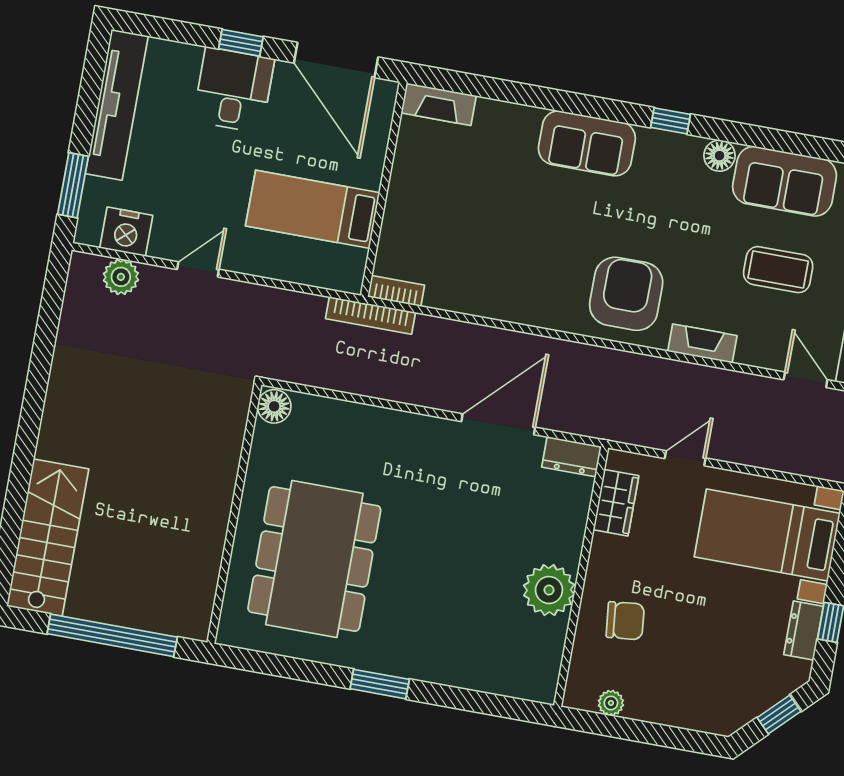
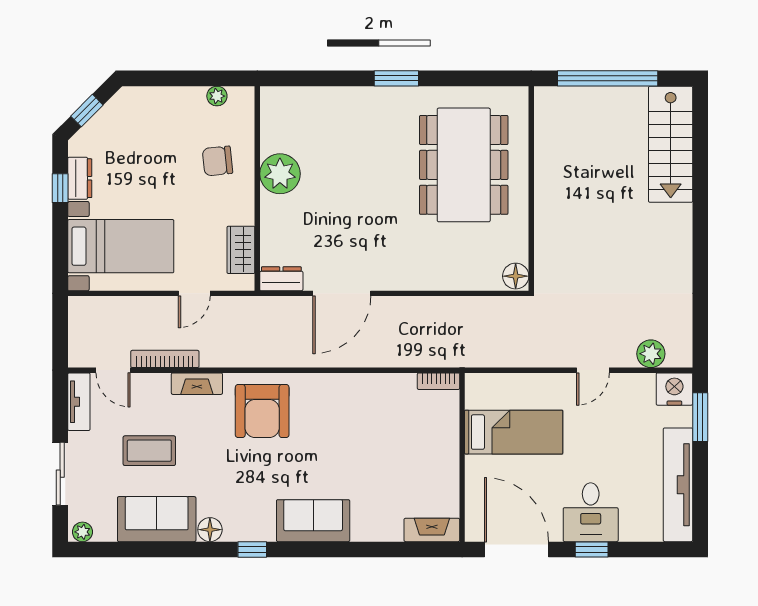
nightstand: (126, 232) -> (674, 389), moved
bookcase: (371, 315) -> (165, 359), moved

